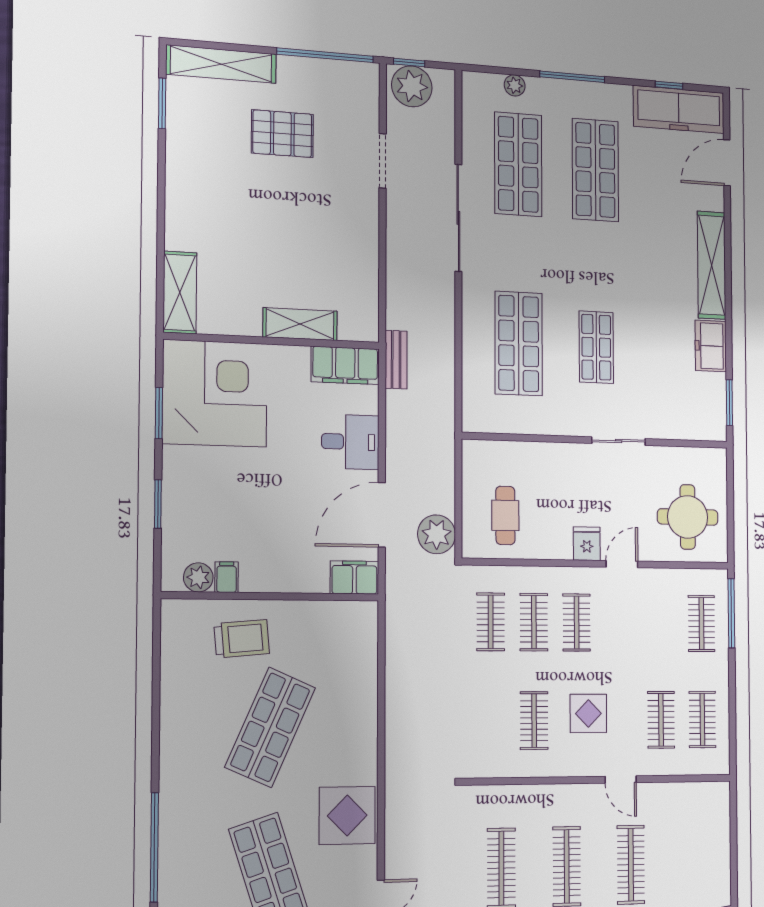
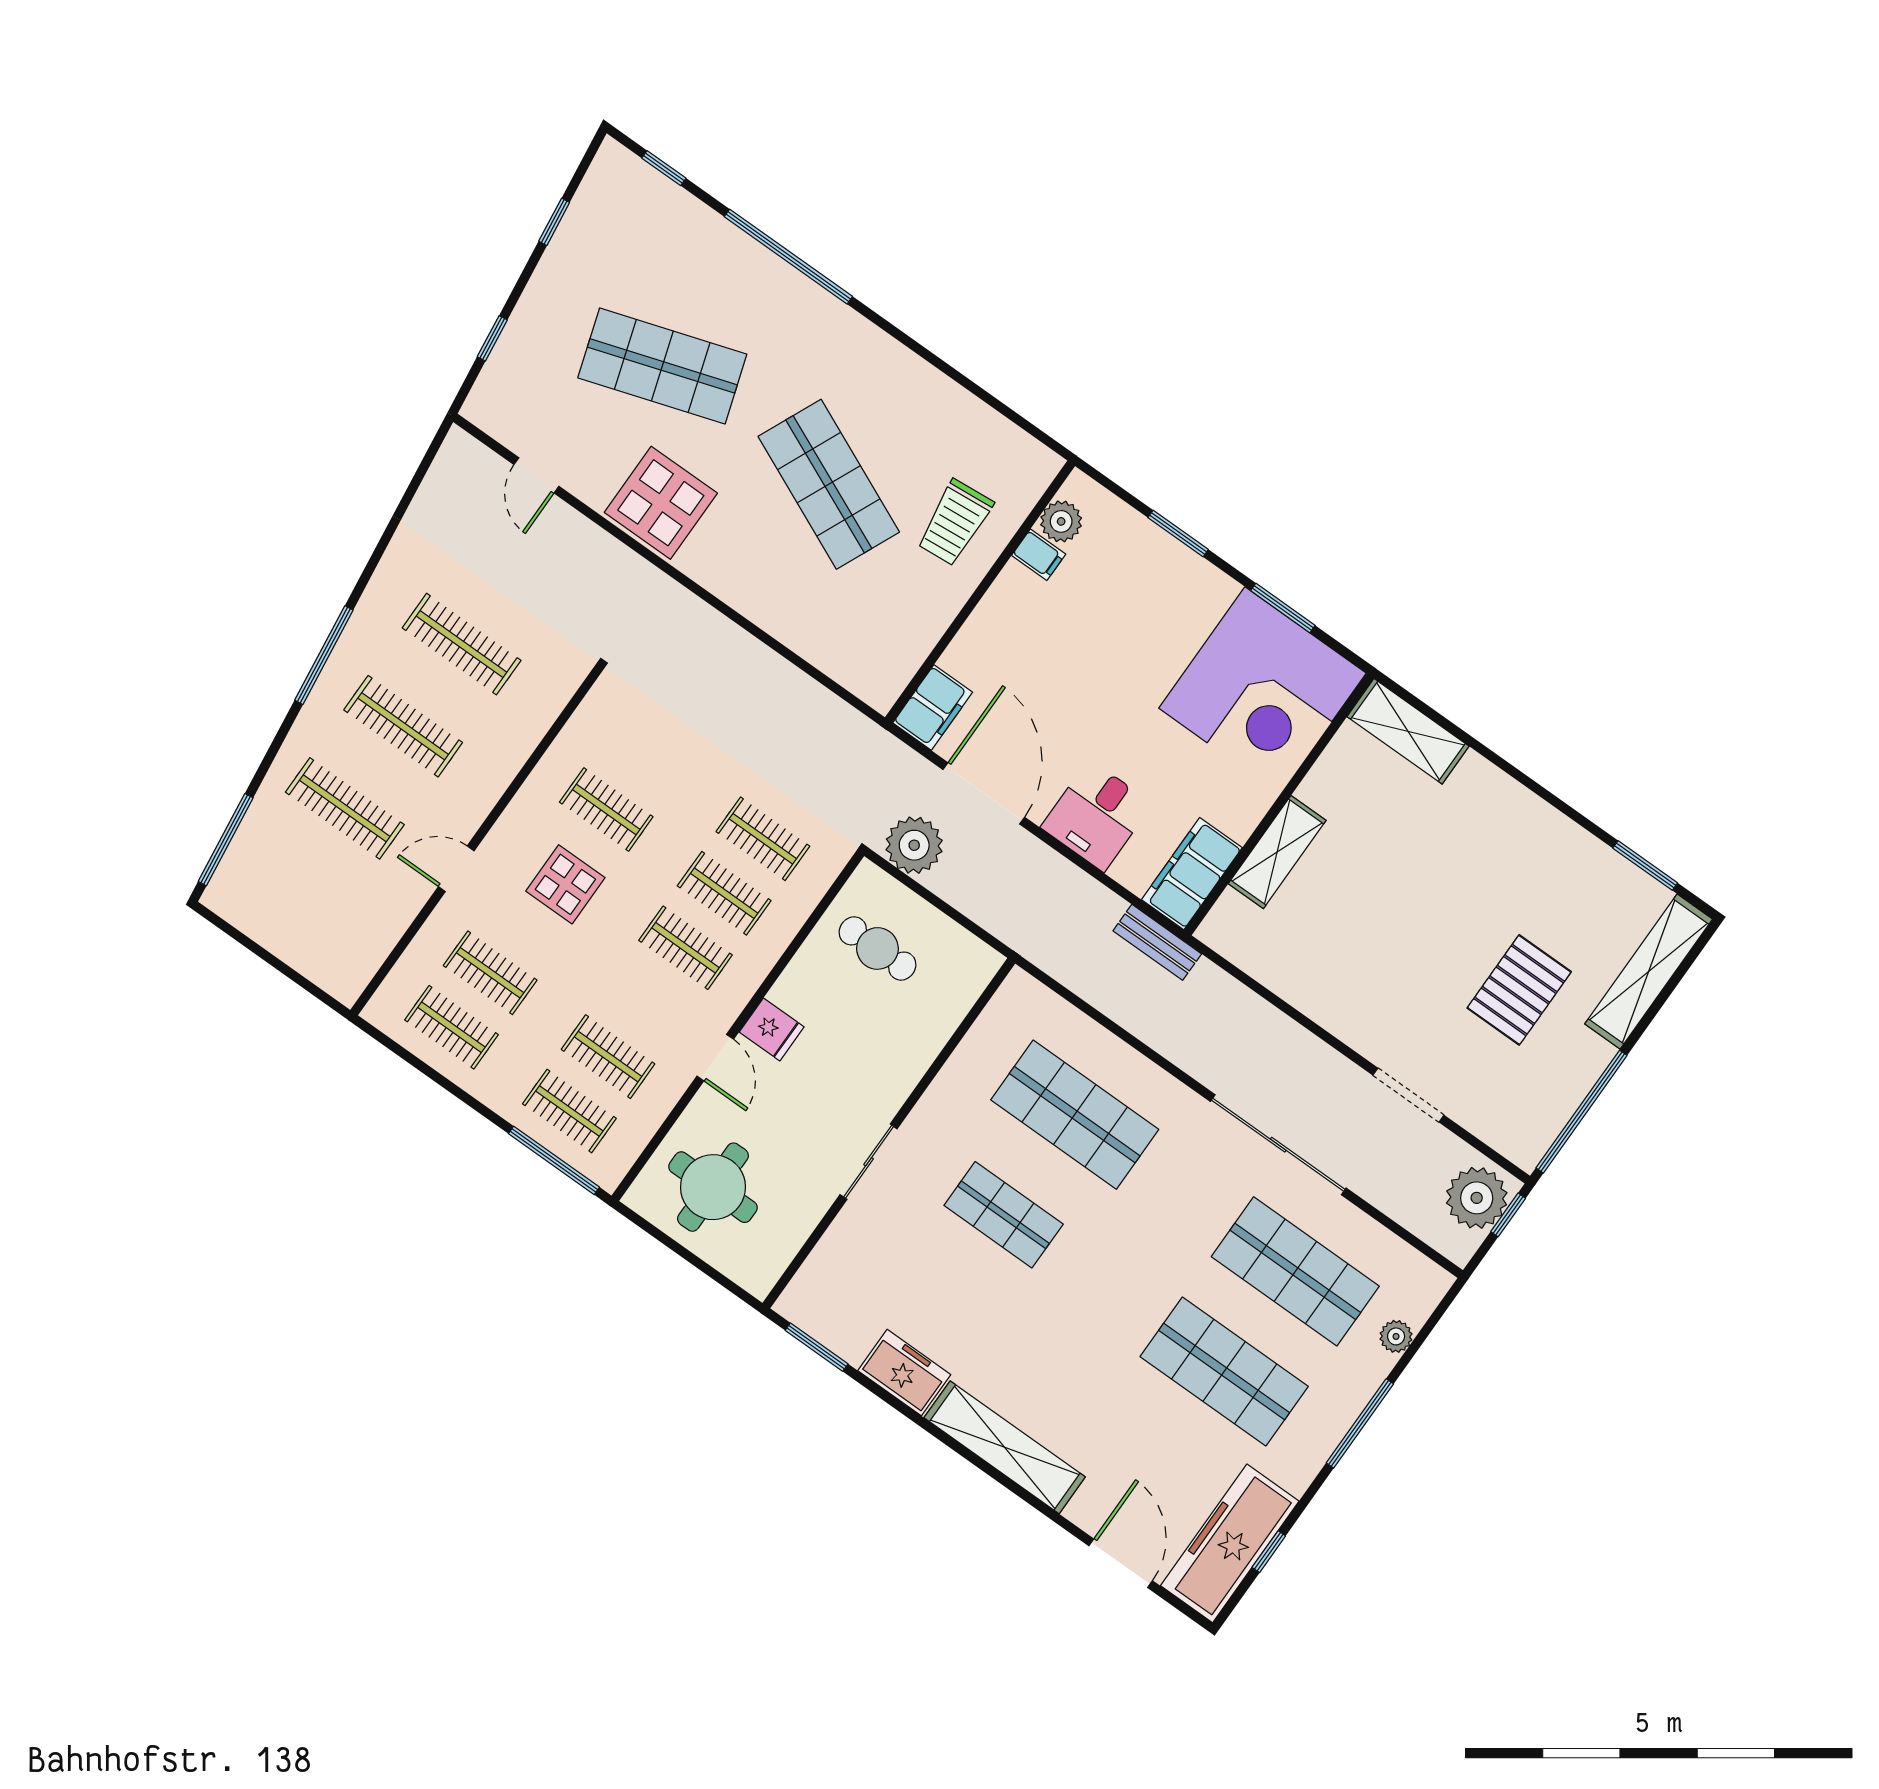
clothes rail: (660, 623) -> (608, 1057), added

